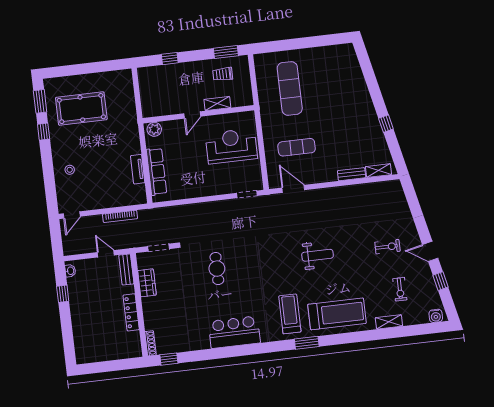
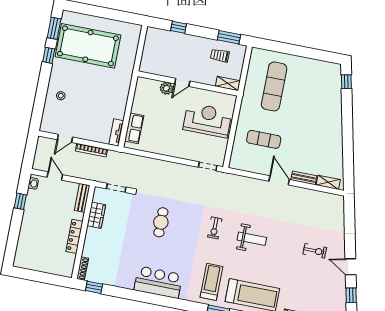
shelving: (217, 104) -> (228, 83), moved
pool table: (81, 109) -> (88, 46), width x1.36, depth x1.32
window: (386, 124) -> (346, 82), moved
plant: (154, 129) -> (166, 88), moved
tv unit: (138, 169) -> (116, 133), moved
row of seats: (157, 172) -> (134, 128), width x0.68
door: (293, 189) -> (279, 180), moved
door: (72, 215) -> (65, 138), moved
door: (106, 254) -> (55, 176), moved
exercise bike: (400, 289) -> (215, 228), moved

